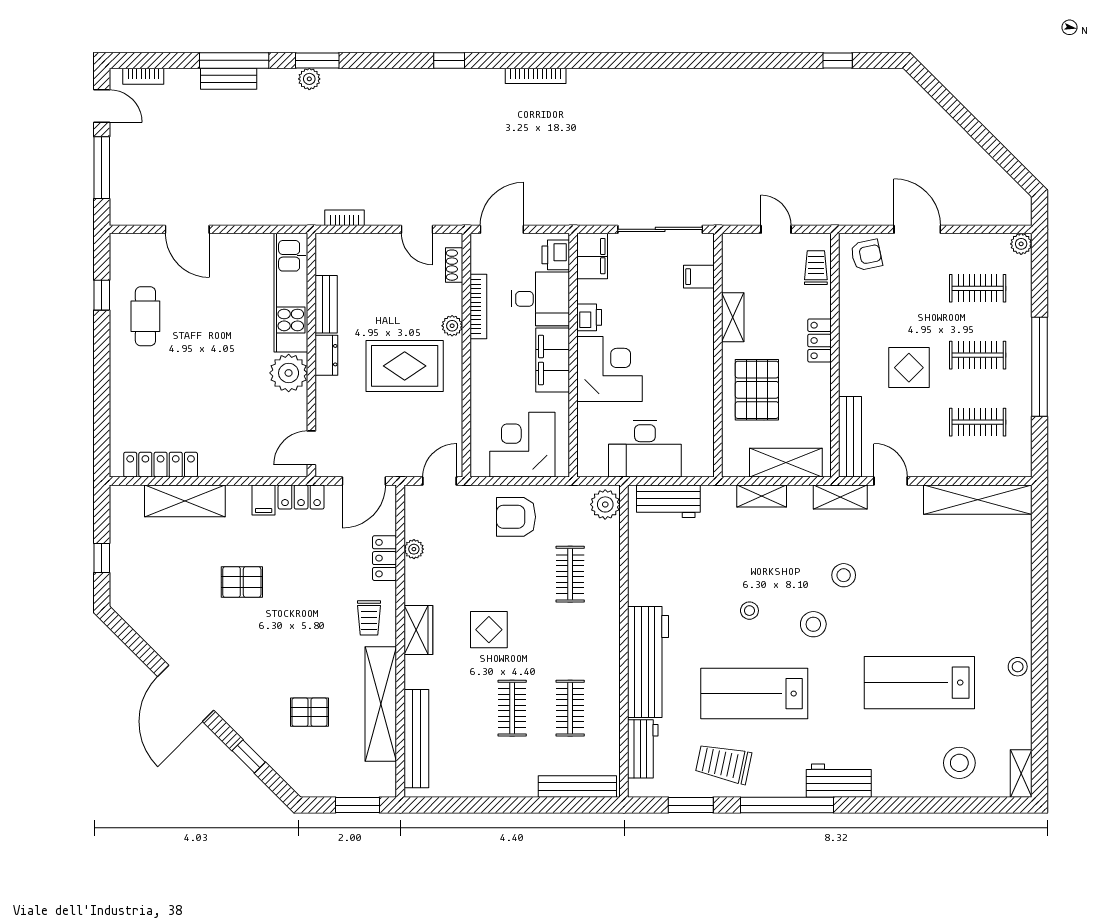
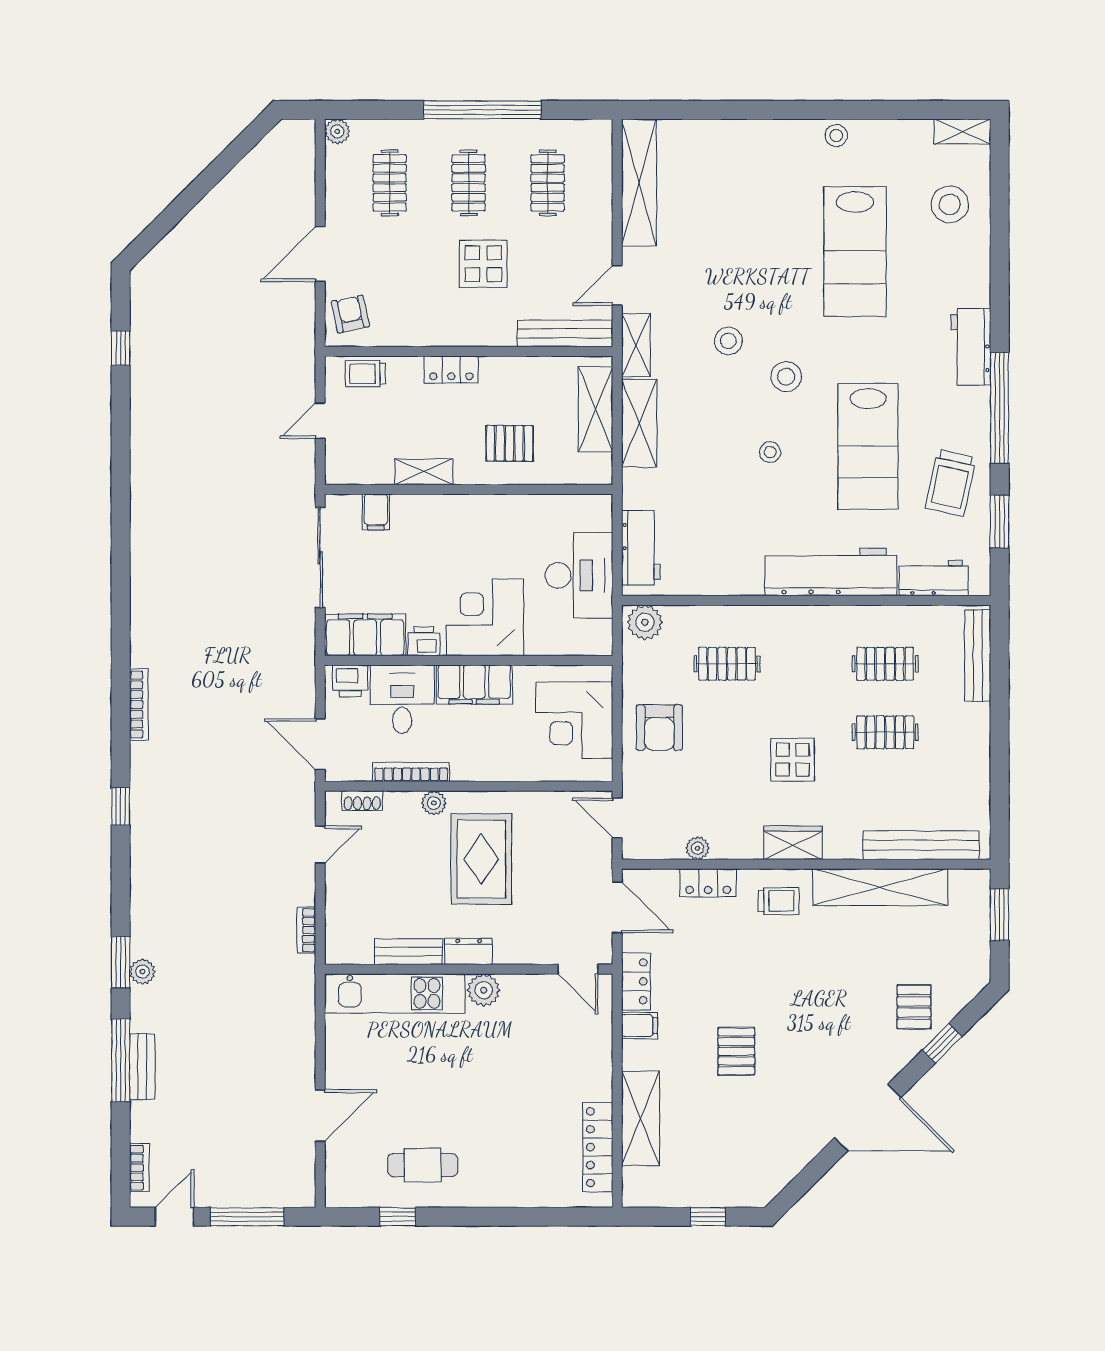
filing cabinet: (592, 256) -> (365, 635), width x1.50, depth x1.17
plant: (289, 373) -> (484, 990), width x0.73, depth x0.73
pallet: (757, 390) -> (509, 443), width x0.67, depth x0.71
shelving: (762, 496) -> (639, 423), width x1.50, depth x1.33
pallet: (310, 712) -> (914, 1007), moved

